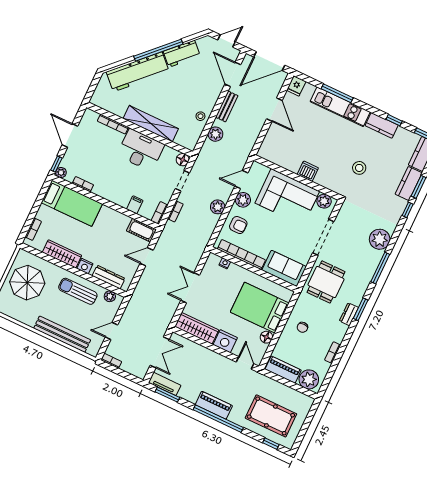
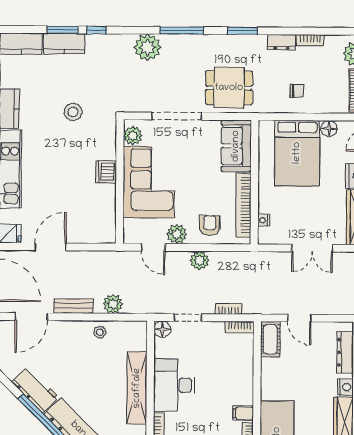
filing cabinet: (135, 205) -> (243, 413), moved
dresser: (349, 314) -> (281, 42), moved

